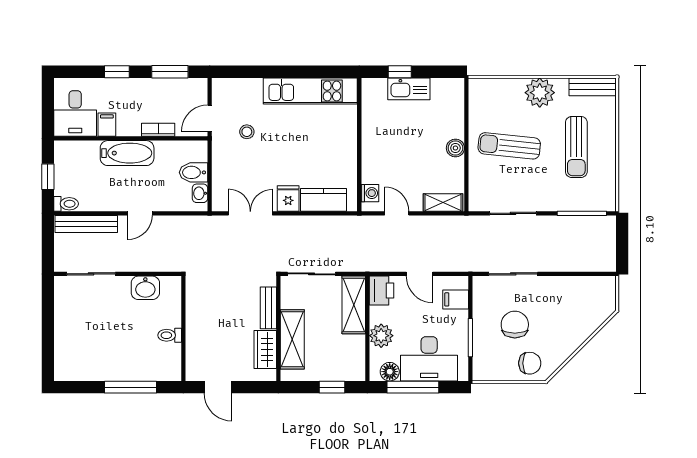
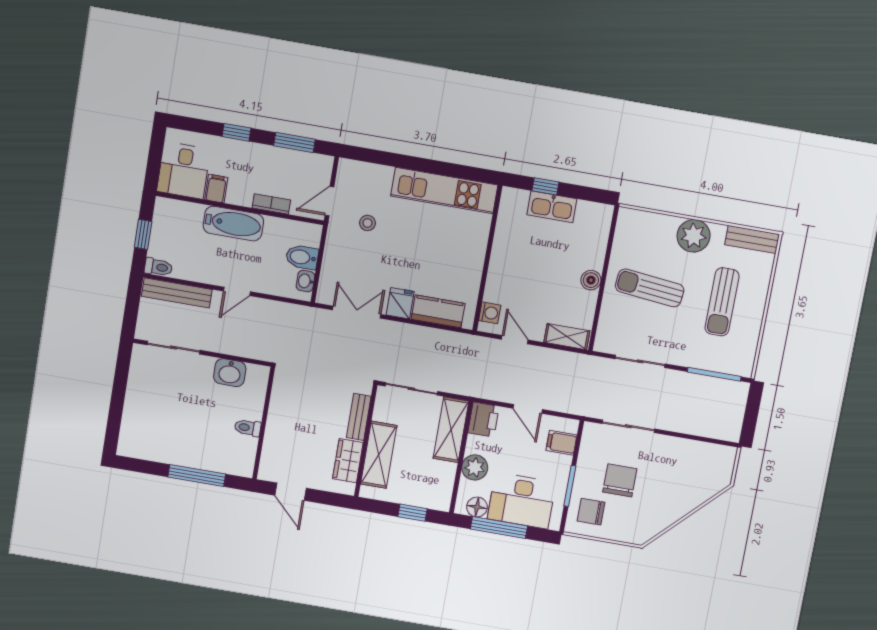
chair: (530, 363) -> (591, 512), moved, turned 180

